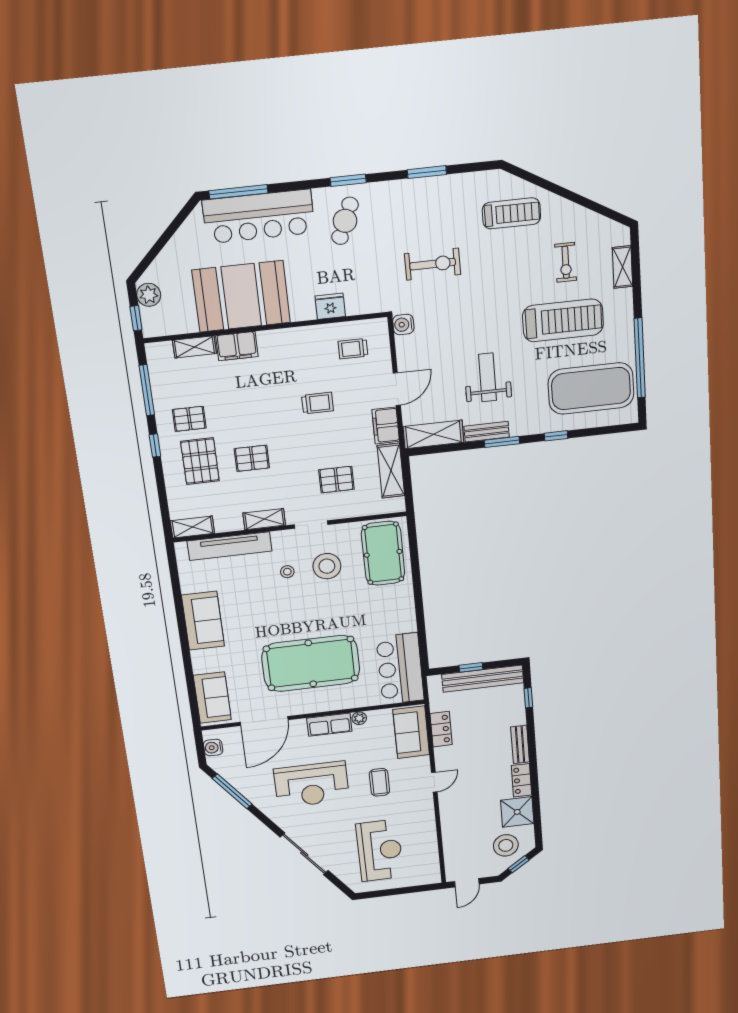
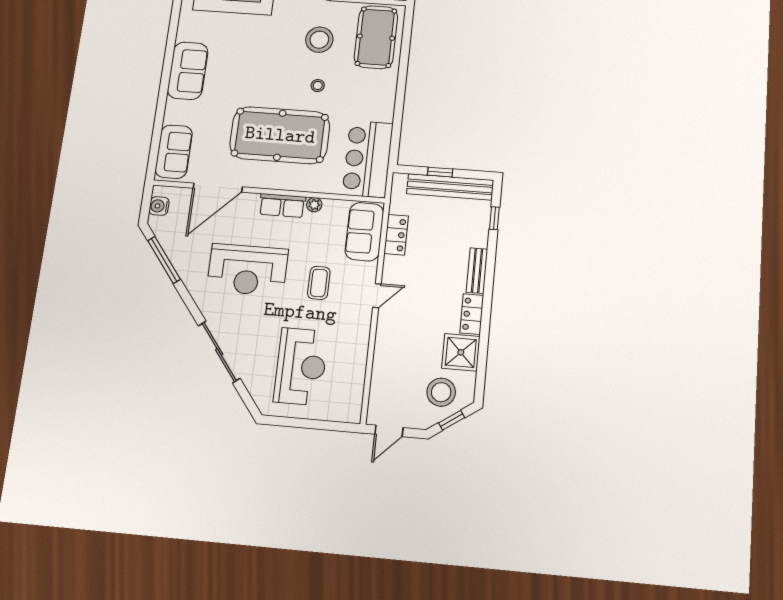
stool: (287, 572) -> (318, 86), moved

